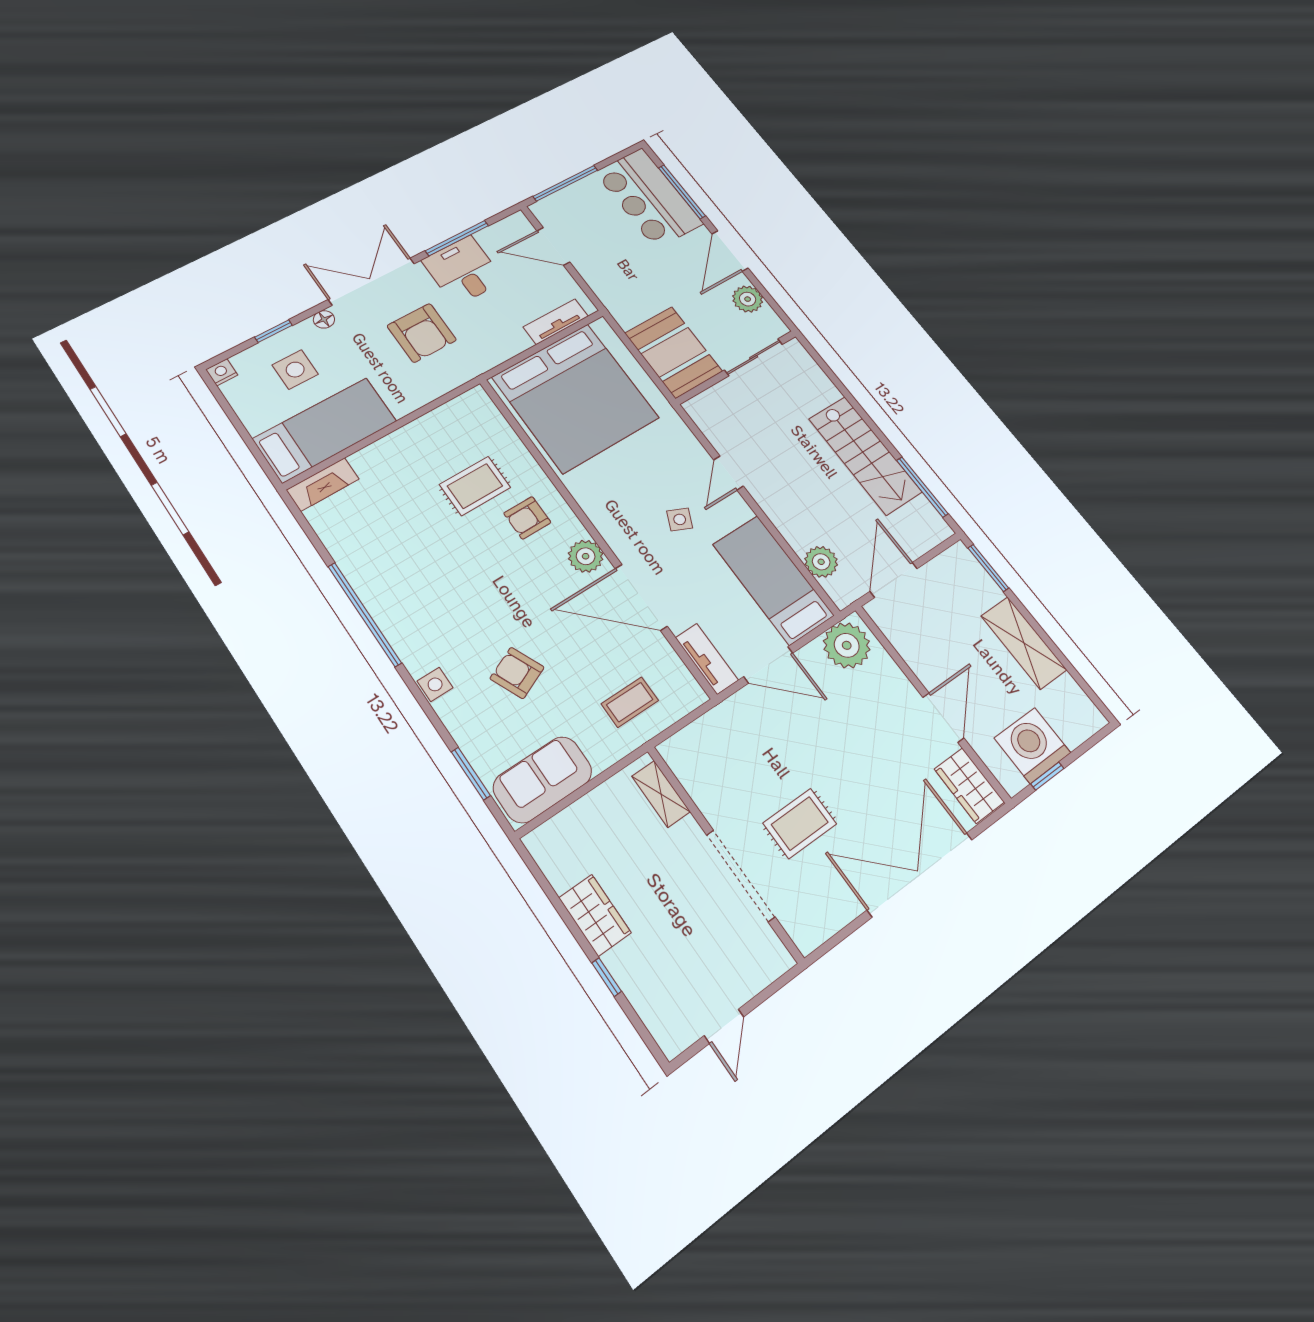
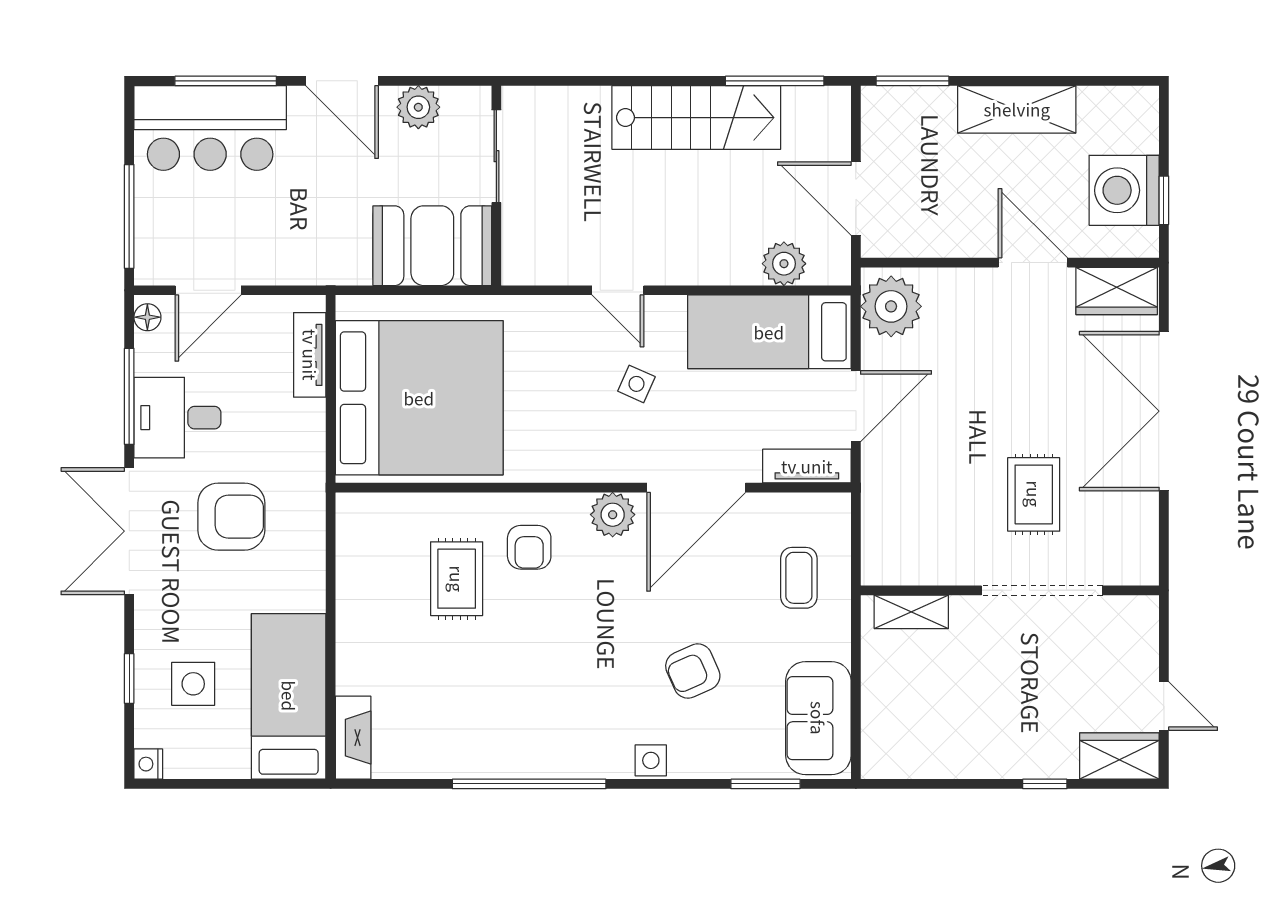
floor lamp: (324, 319) -> (147, 317), moved
wardrobe: (595, 915) -> (1119, 756), moved

